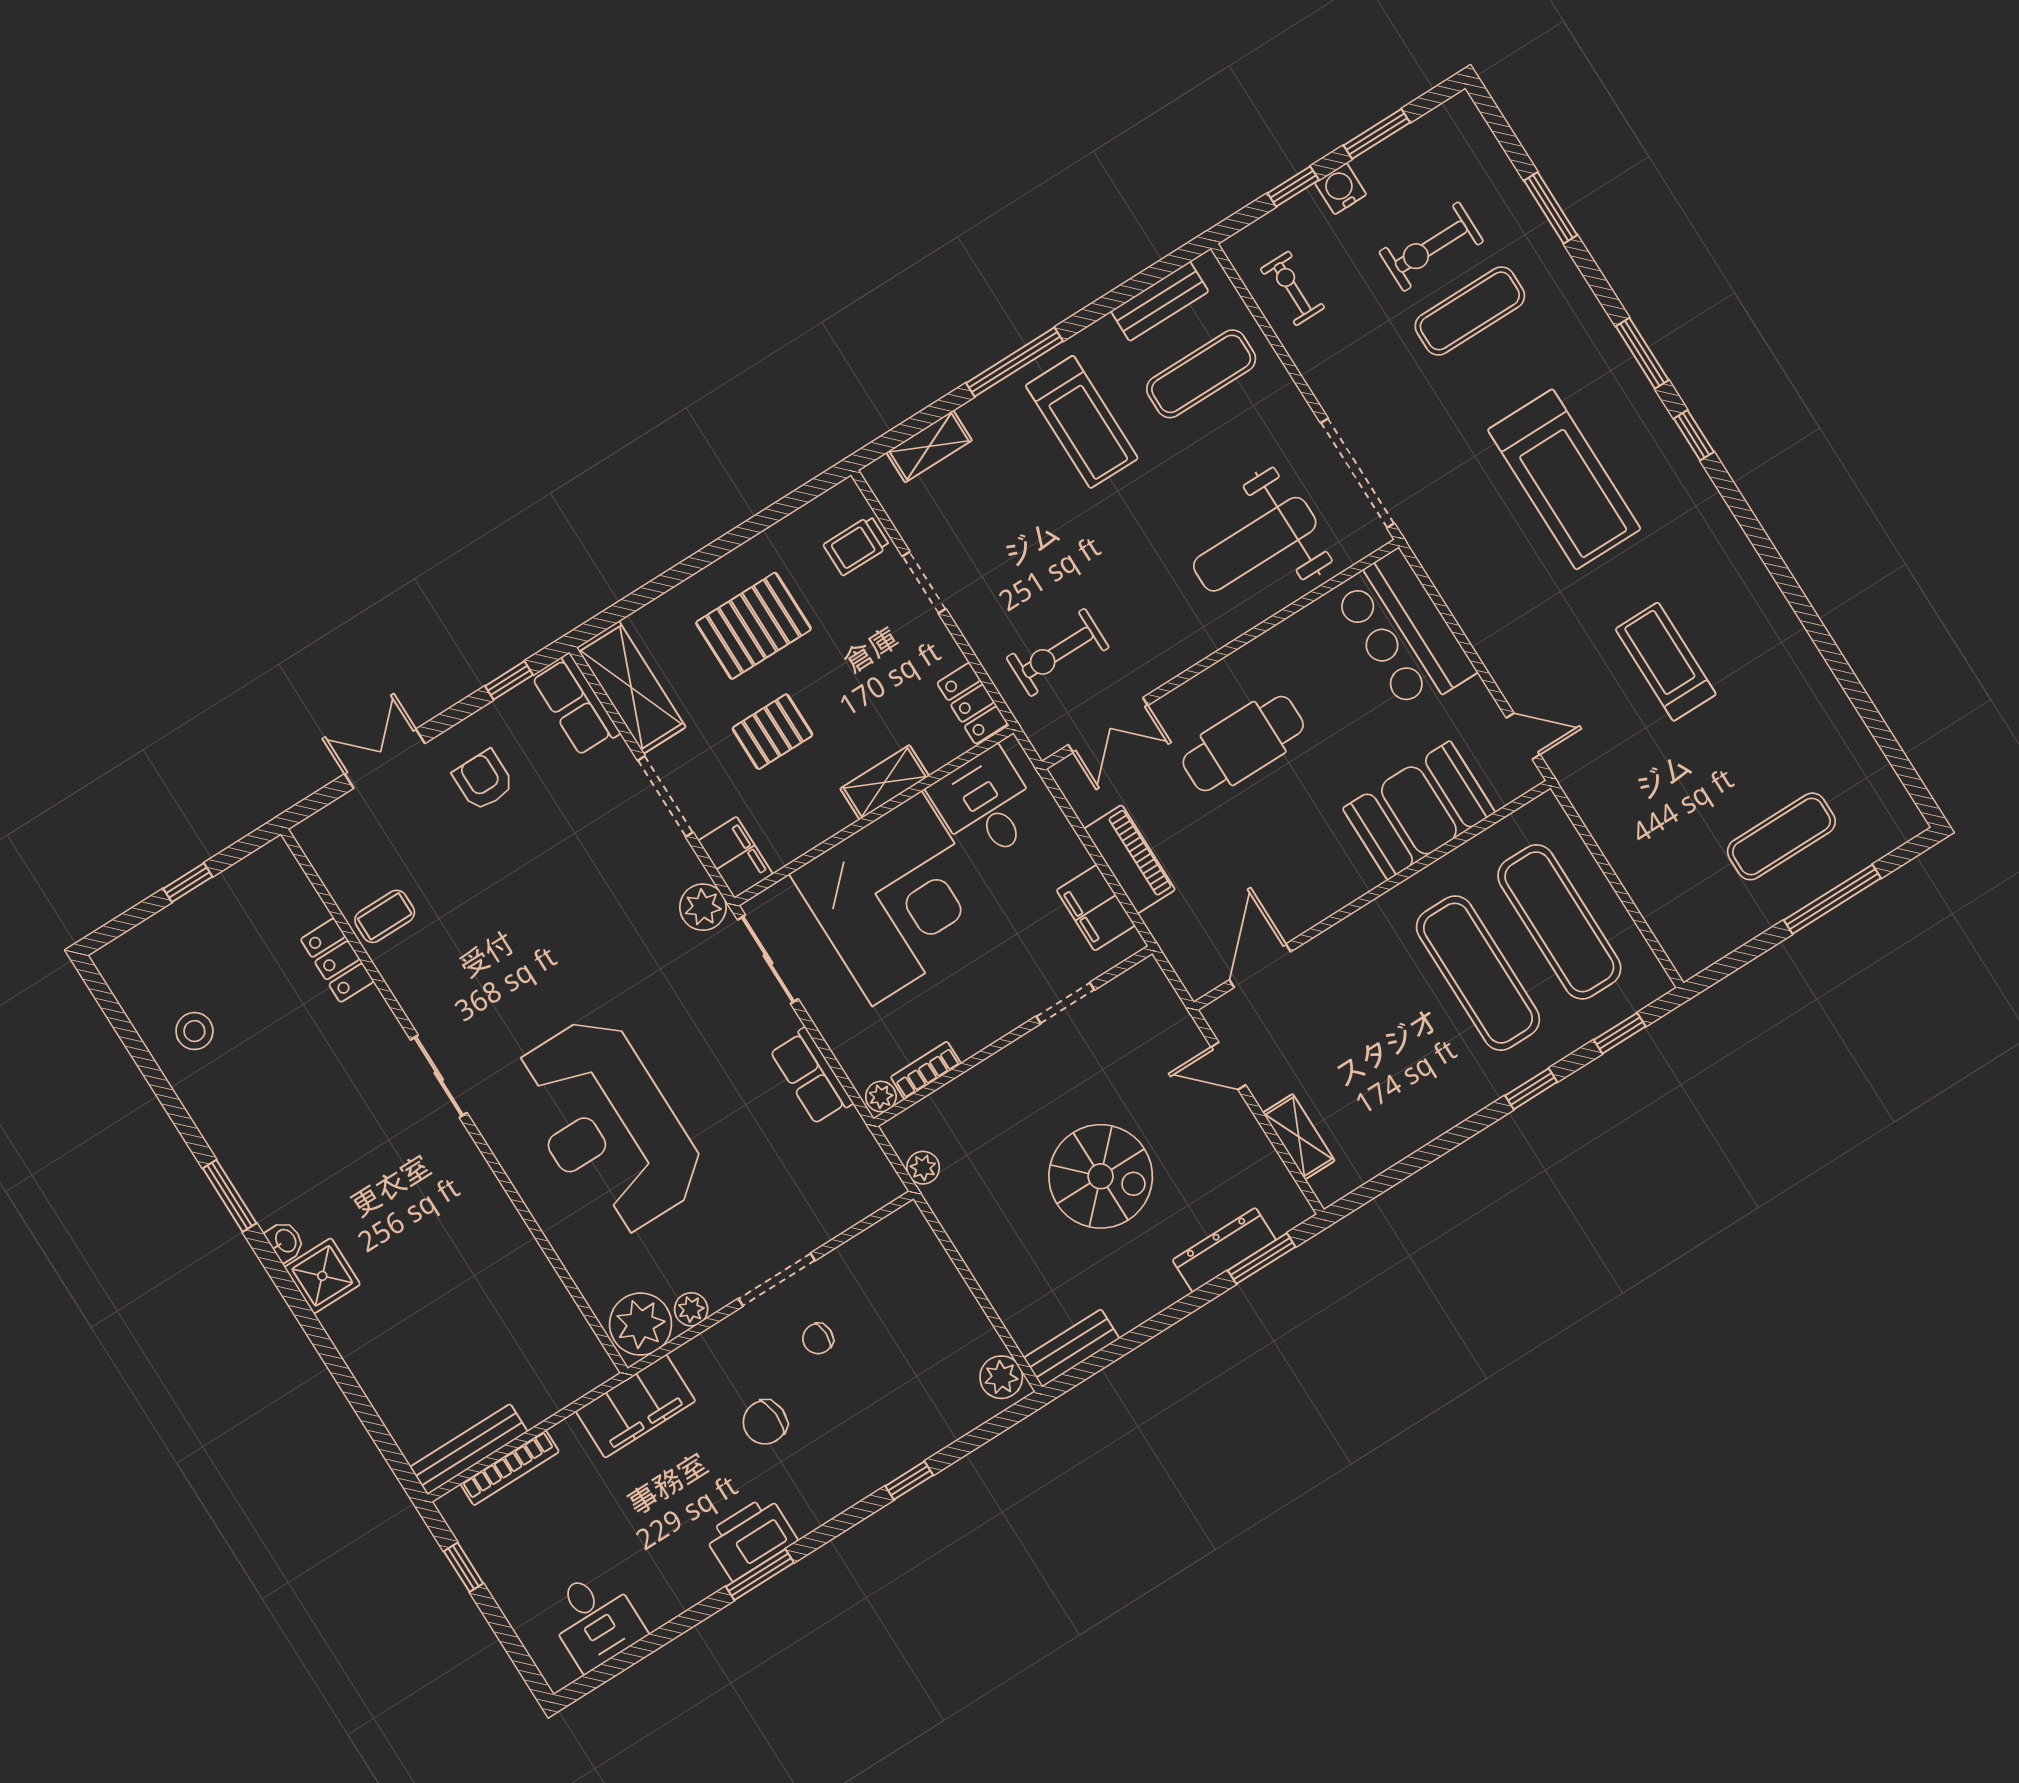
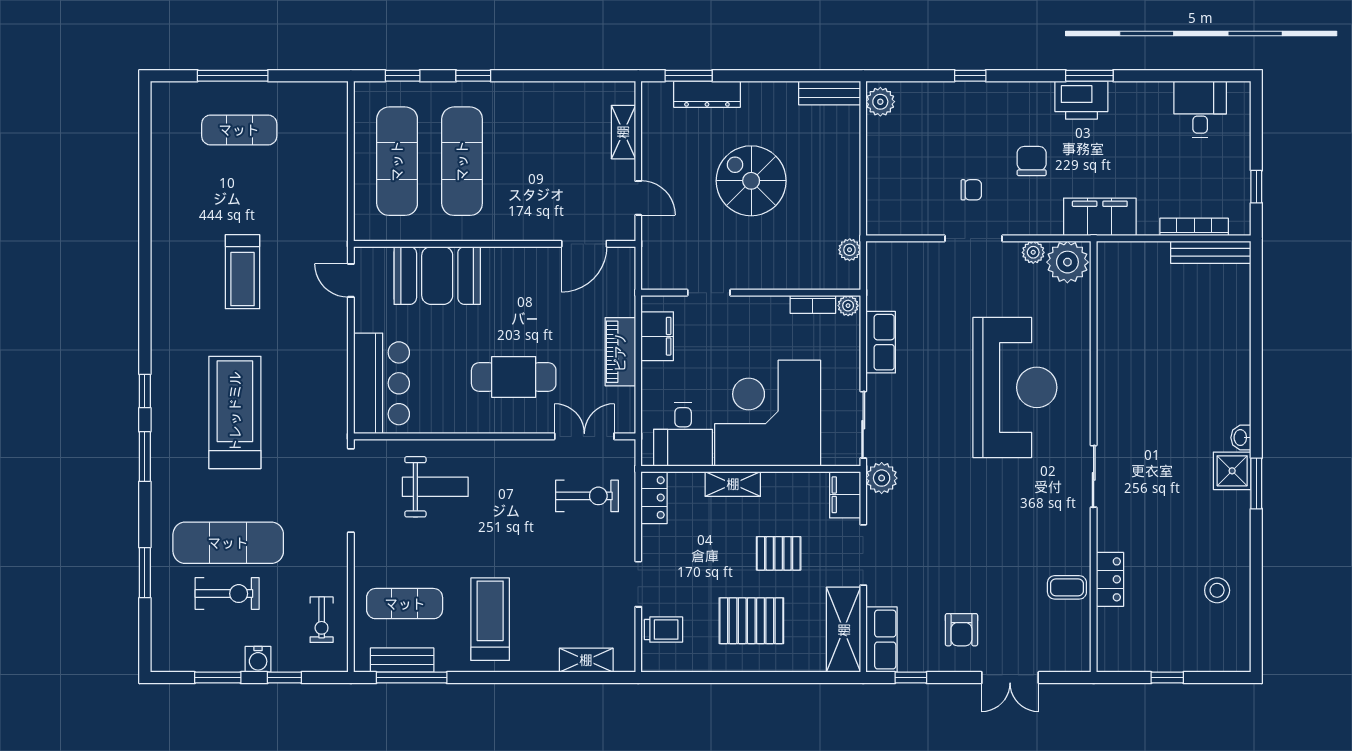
exercise mat: (1470, 311) -> (228, 543), width x1.36, depth x1.45
window: (1014, 362) -> (412, 678), moved
weight bench: (1255, 544) -> (435, 487), width x0.73, depth x0.75
shower: (322, 1276) -> (1232, 471), moved
chair: (765, 1422) -> (1032, 161), turned -86

